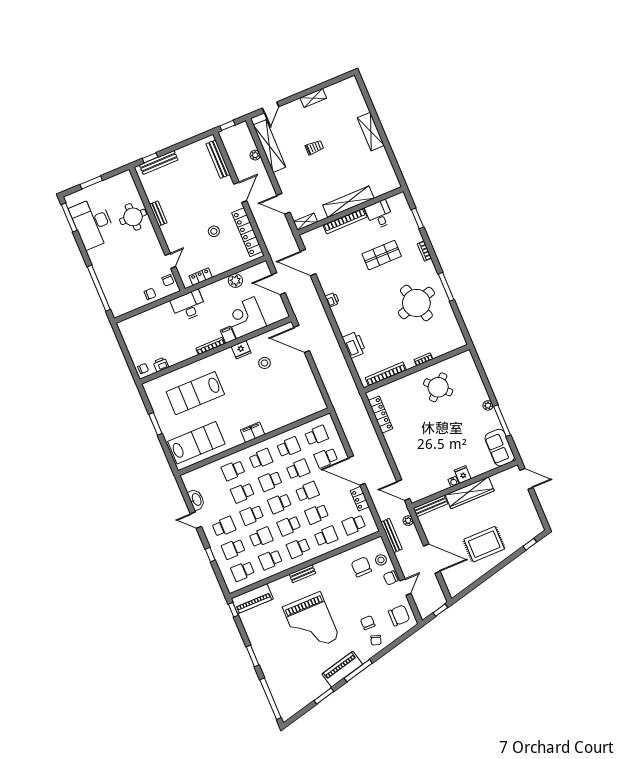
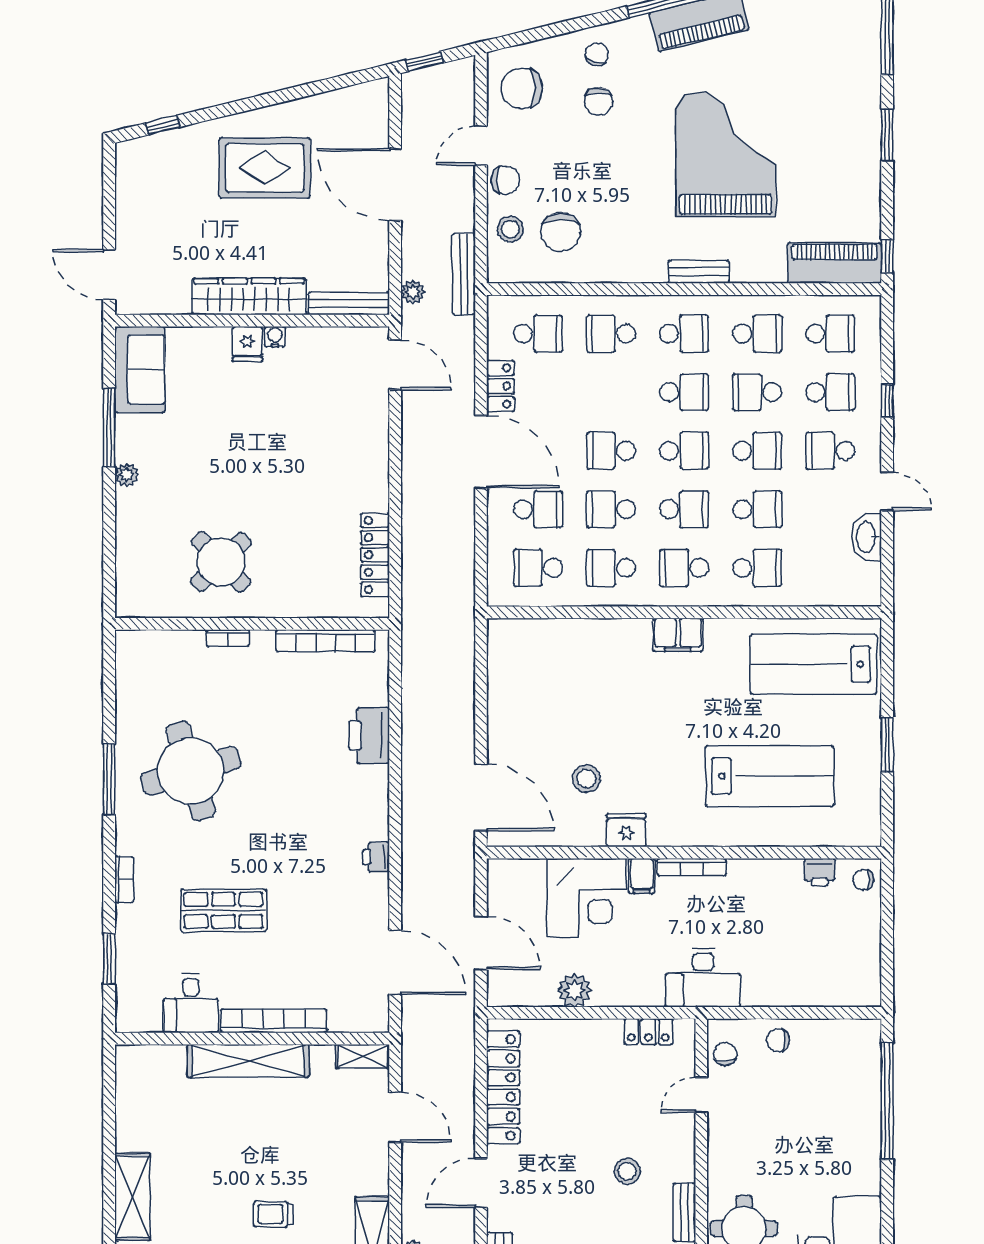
stool: (214, 231) -> (627, 1171), moved
school desk: (317, 514) -> (611, 392), removed

